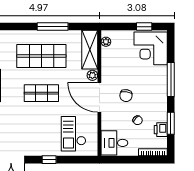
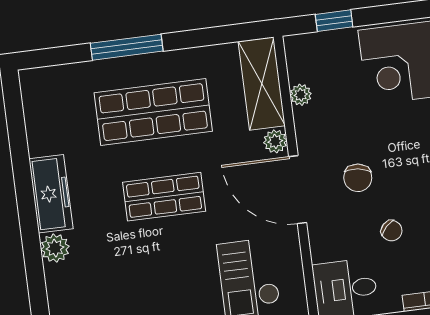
window: (53, 27) -> (127, 47), moved
window: (144, 27) -> (334, 21), moved
plant: (106, 42) -> (301, 95), moved

